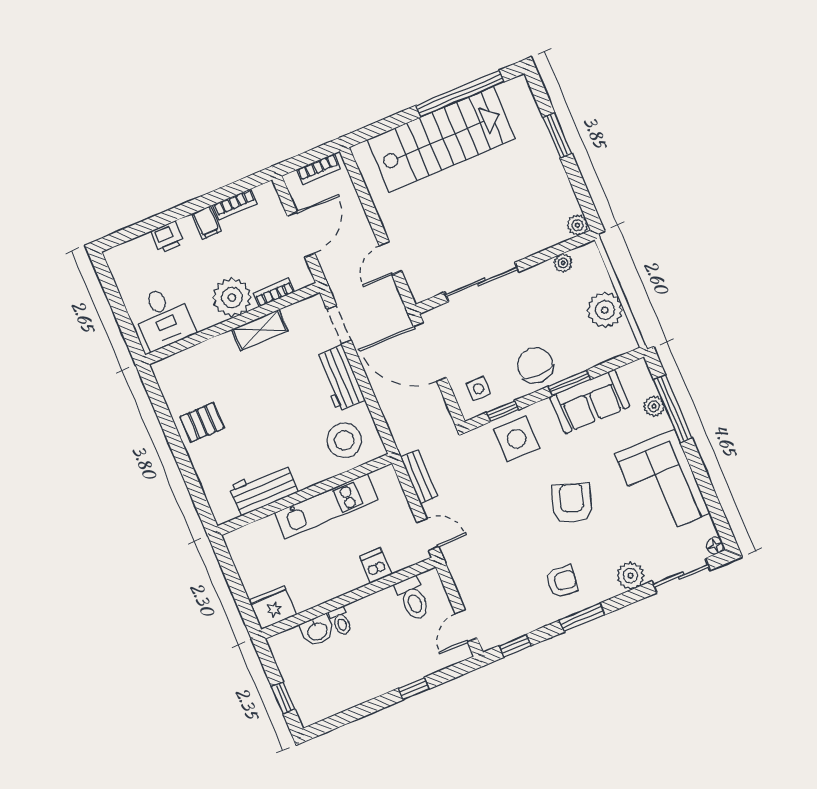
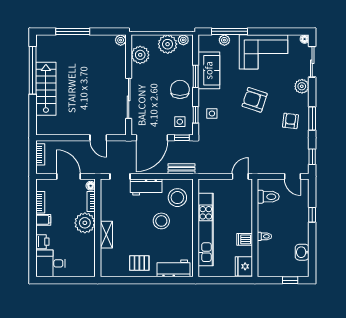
window: (557, 135) -> (73, 31), width x1.44
stairs: (441, 139) -> (46, 89), width x0.73, depth x0.66
plant: (563, 263) -> (140, 55), width x1.87, depth x1.87
floor lamp: (301, 280) -> (91, 186), added
desk: (164, 317) -> (50, 263), moved, turned 180
shelving: (260, 330) -> (106, 235), moved
plant: (624, 334) -> (183, 40), added
chair: (535, 365) -> (180, 89), turned 90
window: (452, 404) -> (182, 138), added
pallet: (202, 422) -> (139, 263), turned 90
stool: (292, 430) -> (161, 221), added
side table: (517, 439) -> (212, 114), width x0.54, depth x0.54
bench: (419, 477) -> (182, 169), moved
workbench: (263, 489) -> (174, 268), moved, turned 90
kitchen unit: (326, 506) -> (206, 230), width x1.36
dishwasher: (376, 565) -> (245, 239), moved
washbasin: (317, 631) -> (302, 252), moved, turned 180

